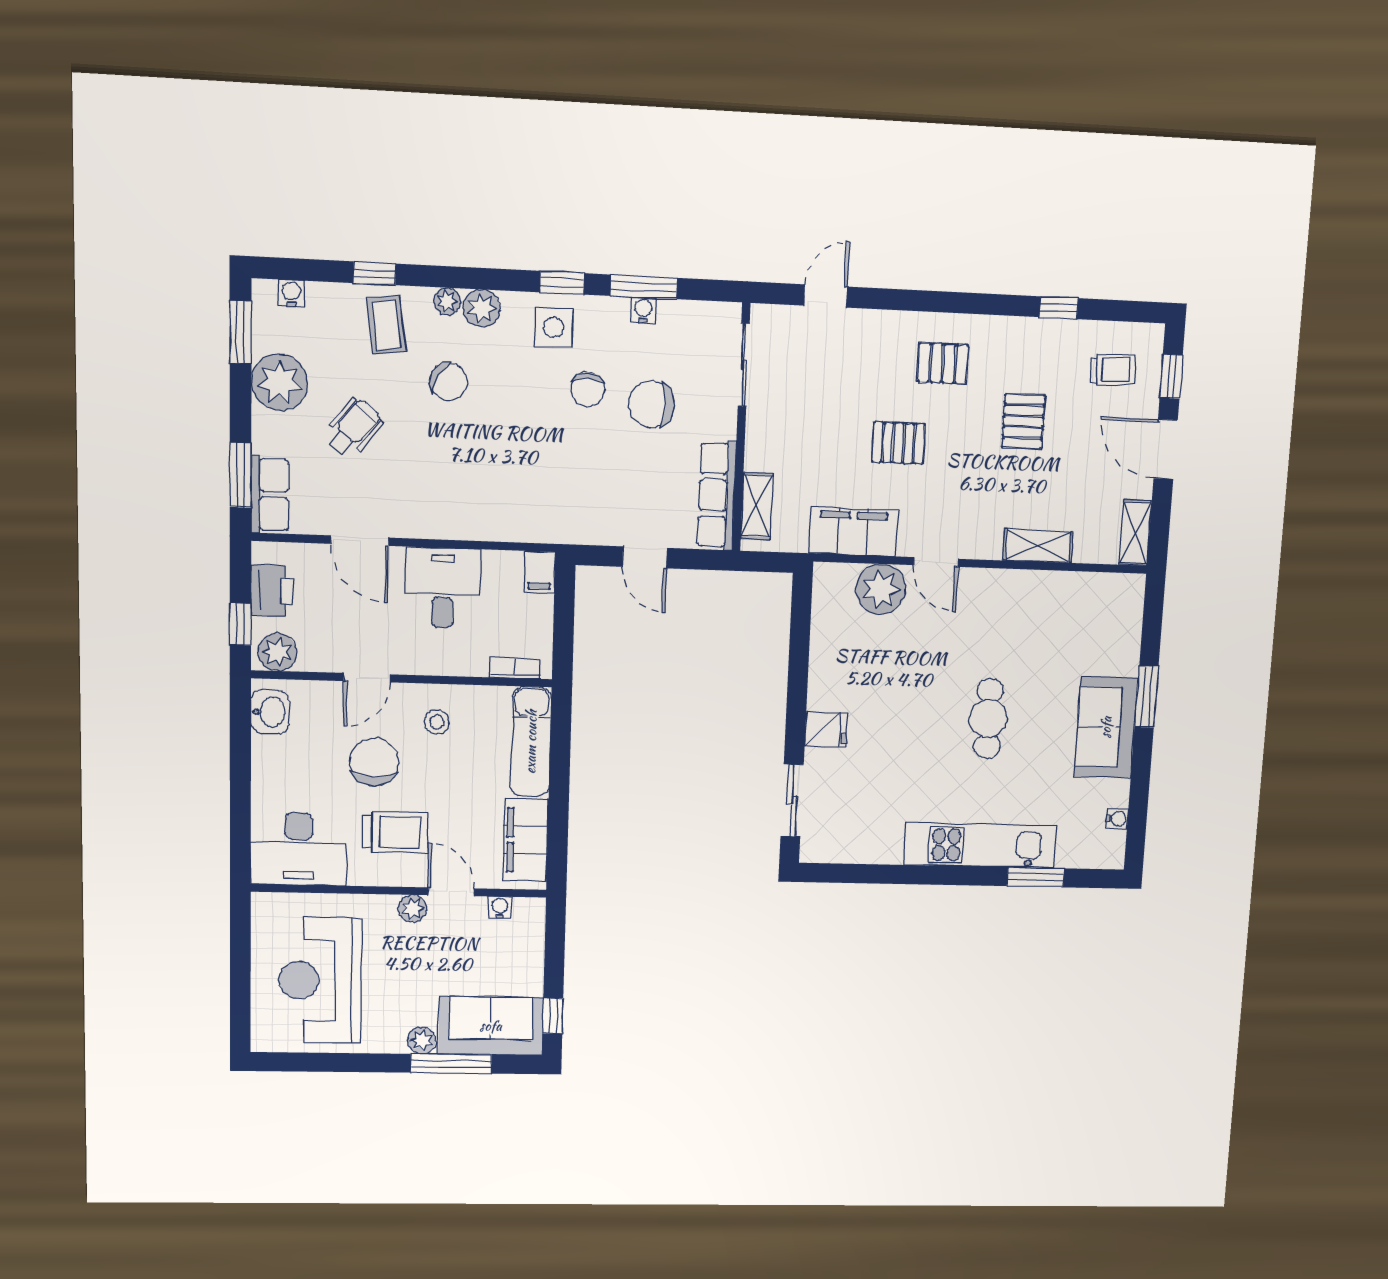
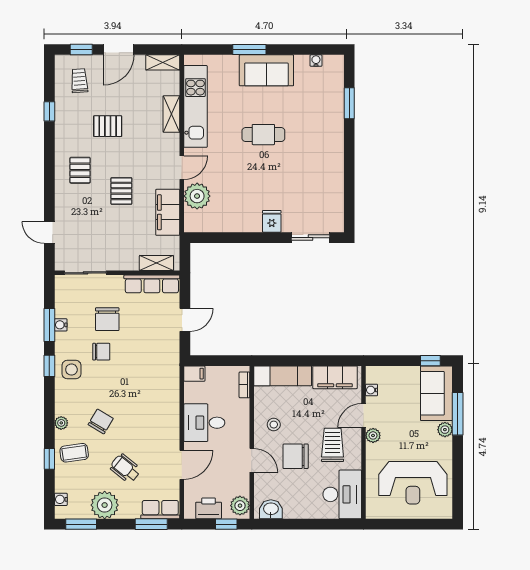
plant: (482, 308) -> (64, 406), removed
kitchen unit: (981, 846) -> (195, 106), moved, turned 180

